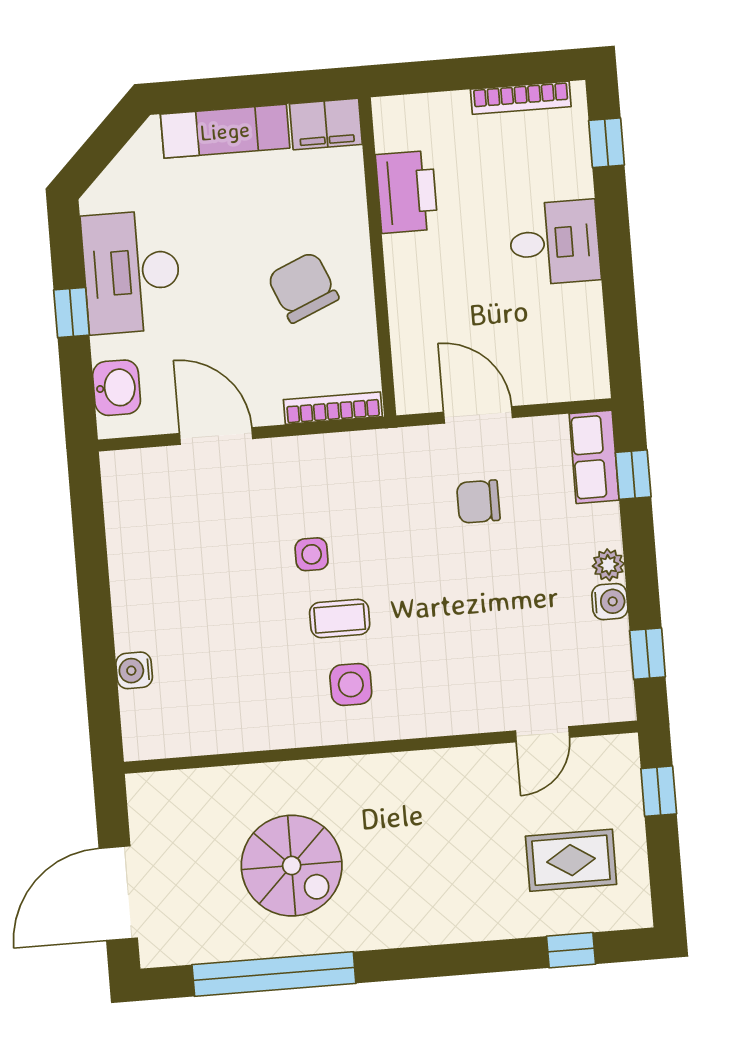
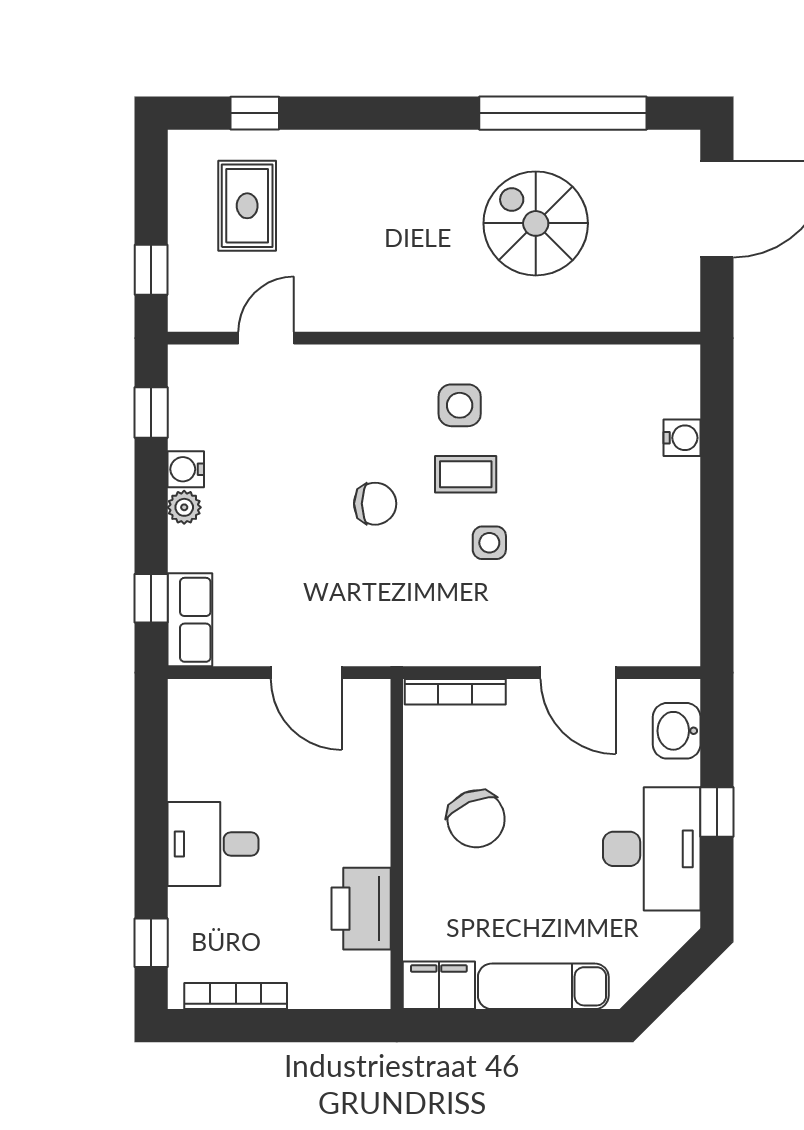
chair: (478, 502) -> (375, 504), moved
rug: (571, 860) -> (247, 206), turned 90

